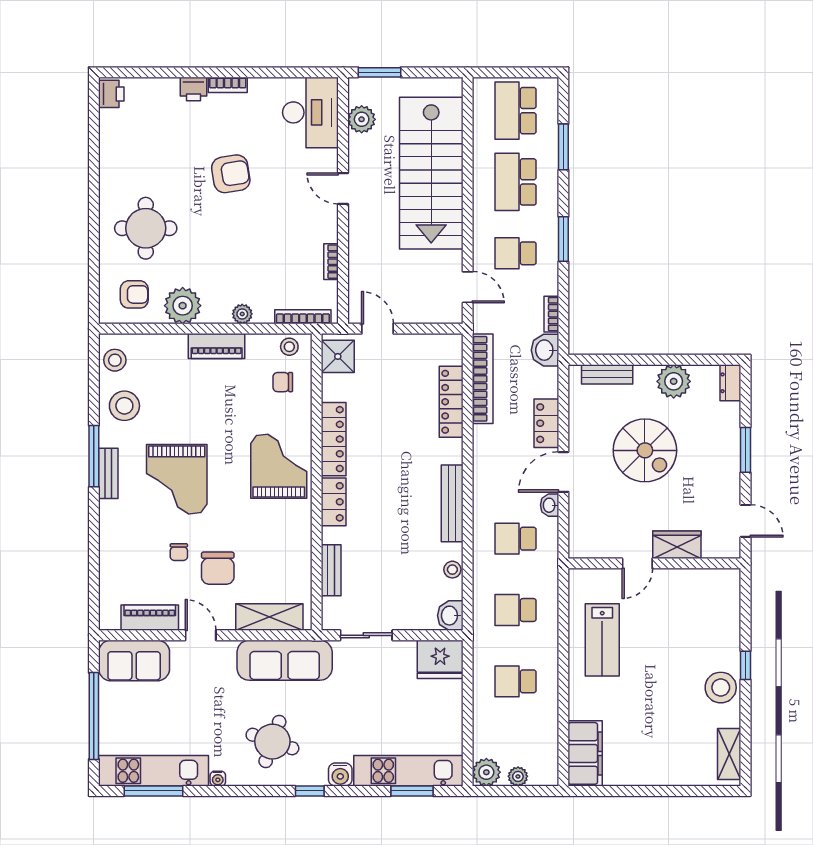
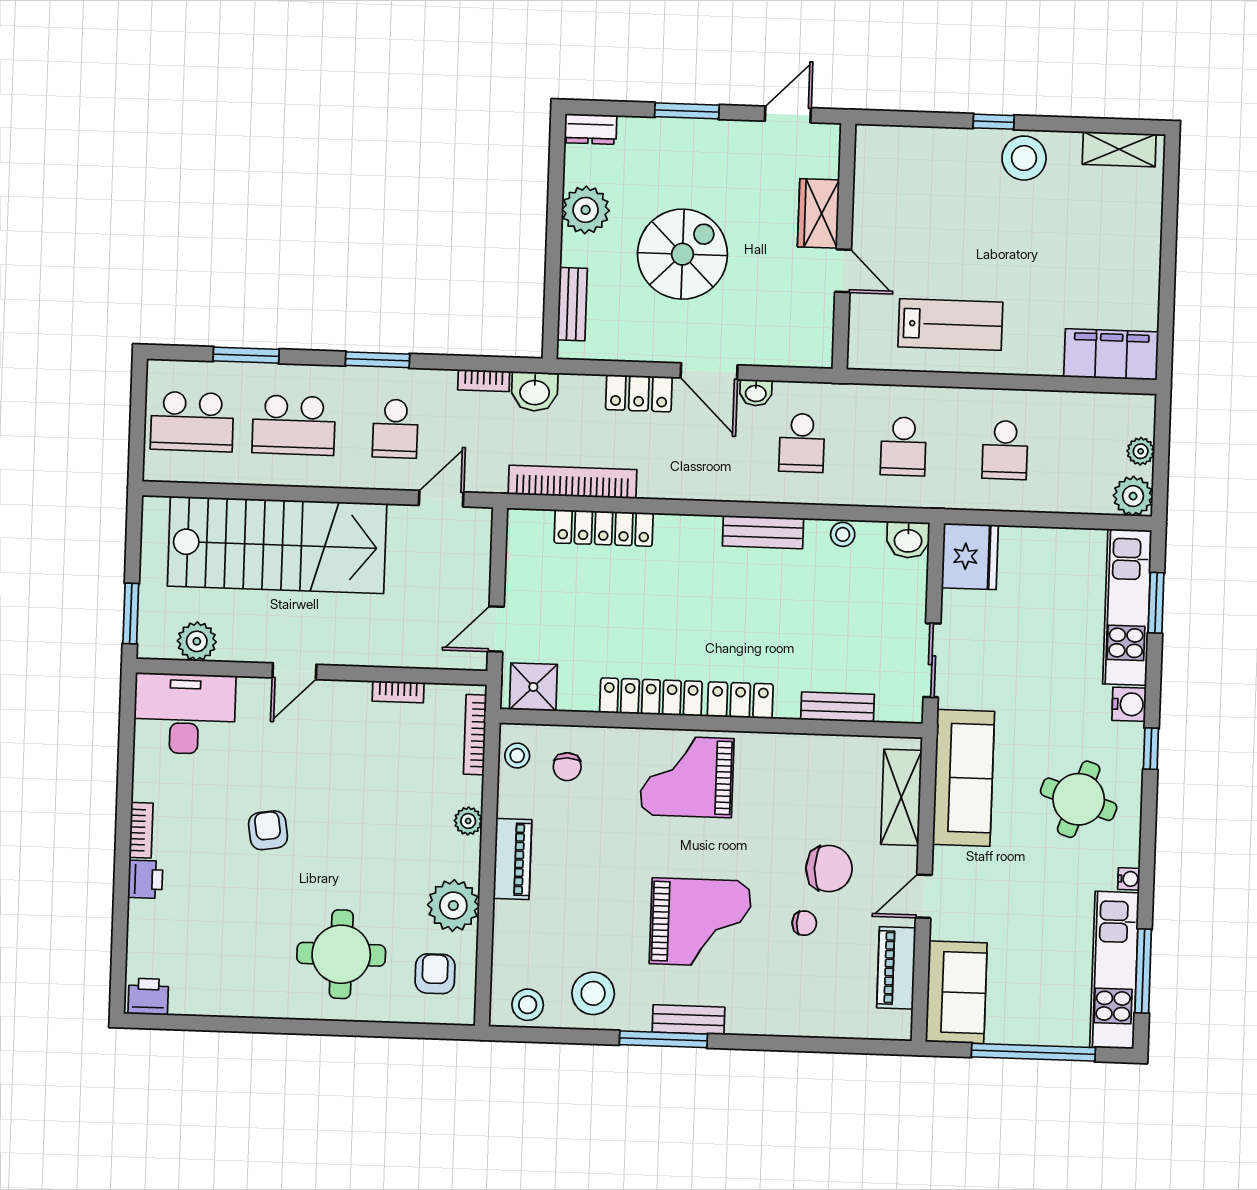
armchair: (231, 174) -> (268, 830), width x0.72, depth x0.72
bench: (452, 503) -> (763, 532), width x0.73

